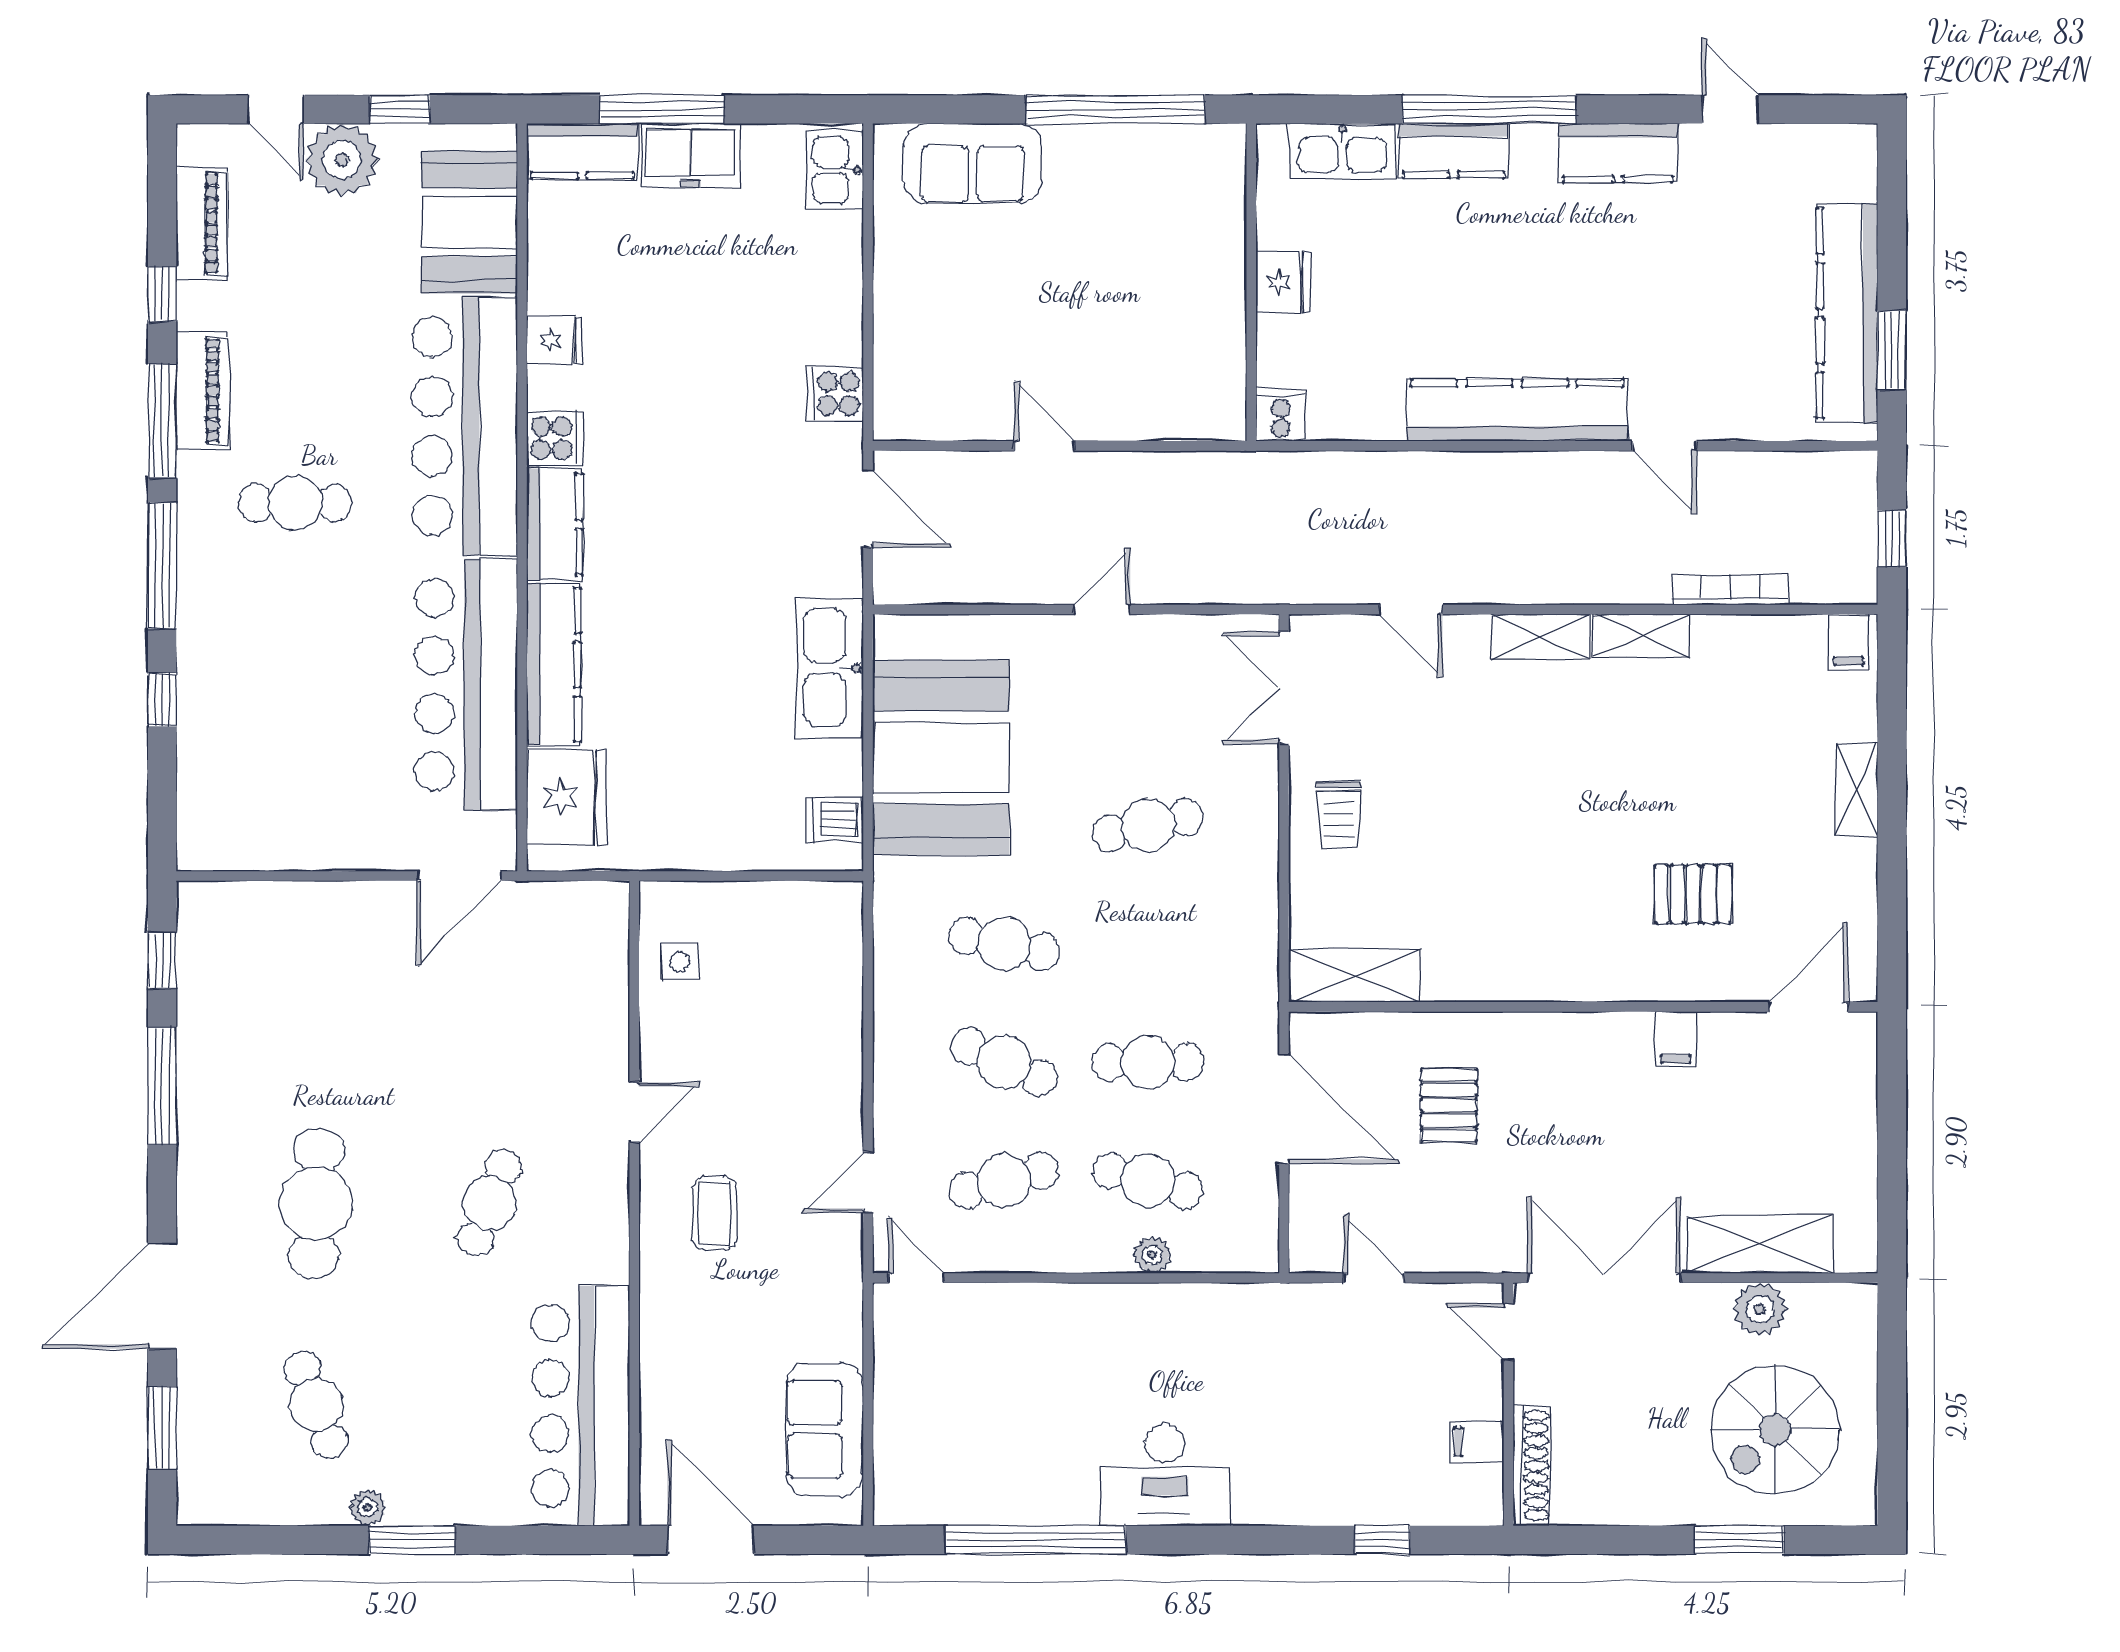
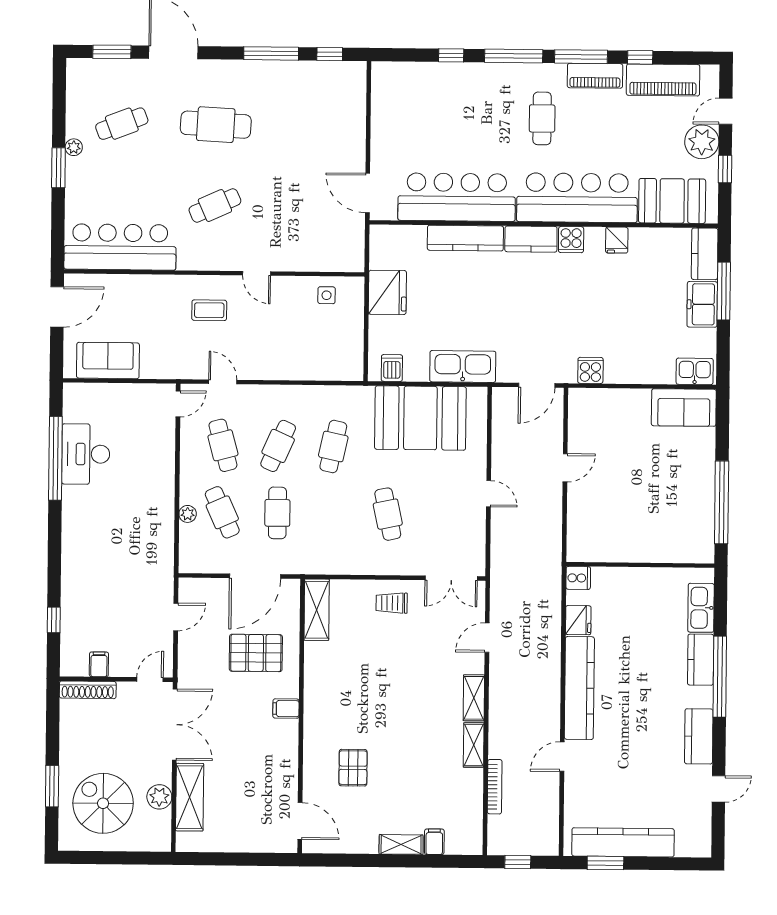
sofa: (973, 163) -> (684, 408), moved, turned -90
piano: (202, 223) -> (663, 80), width x1.37, depth x1.33
fridge: (1283, 283) -> (578, 620), moved, turned -90
filing cabinet: (1848, 642) -> (434, 842), moved, turned 90
double door: (1284, 688) -> (451, 578), swing flipped
fridge: (567, 797) -> (387, 292), moved, turned -90
filing cabinet: (1676, 1039) -> (286, 709), moved
pallet: (1449, 1105) -> (256, 653), width x1.50, depth x1.42
cafe table: (1148, 1181) -> (222, 512), turned -39
cafe table: (490, 1203) -> (215, 206), turned -45
desk: (1165, 1475) -> (86, 454), moved

